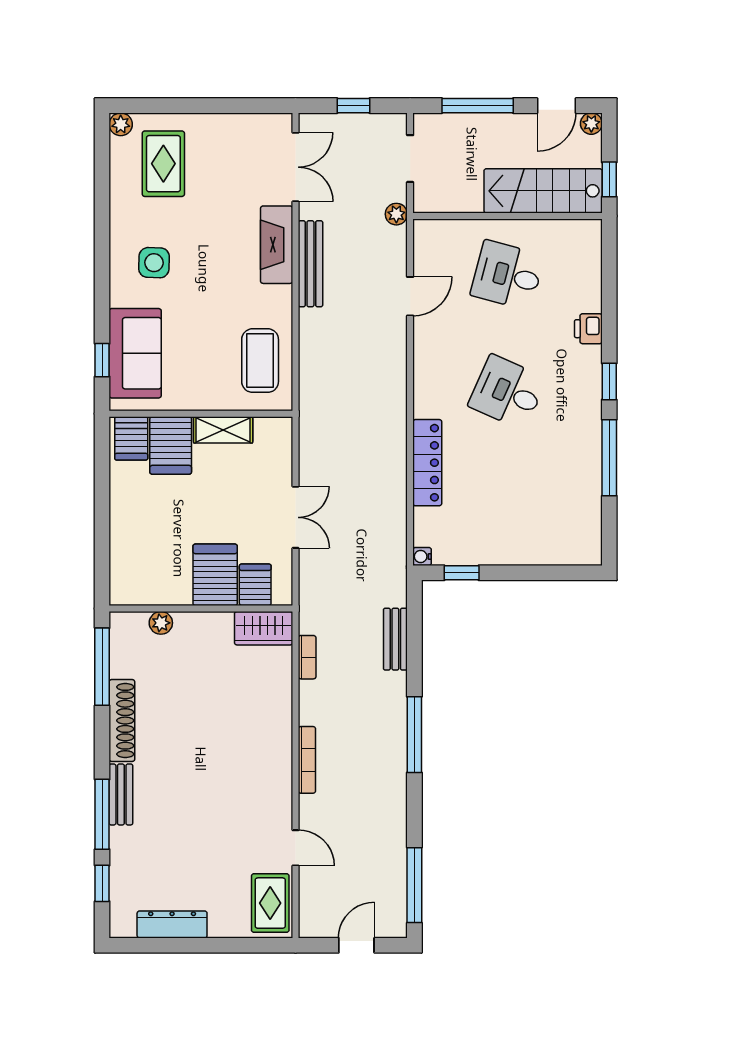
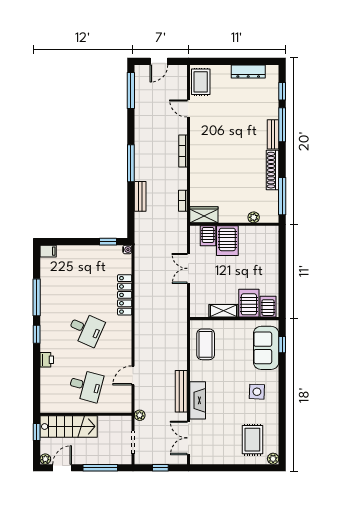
filing cabinet: (585, 553) -> (48, 251), added
bench: (395, 639) -> (140, 196), moved

